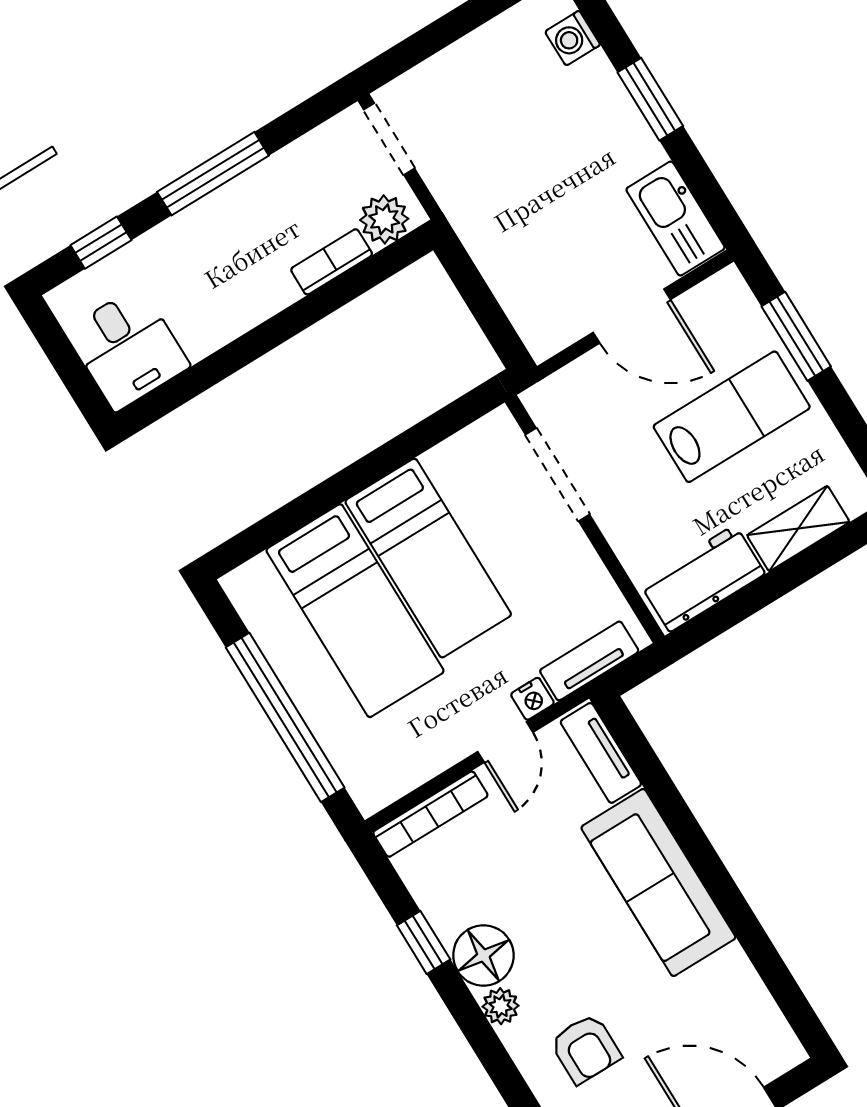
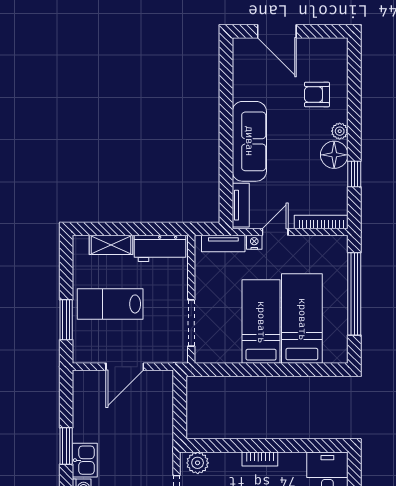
kitchen sink: (676, 219) -> (85, 460), moved, width x0.73
bookcase: (332, 262) -> (260, 459), moved
door: (632, 316) -> (125, 367), swing flipped
armchair: (585, 1049) -> (317, 94), turned -90

